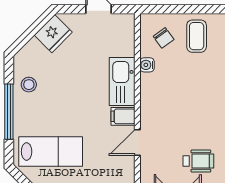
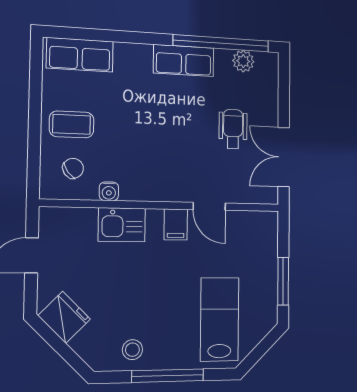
kitchen sink: (122, 82) -> (122, 225), width x0.73

